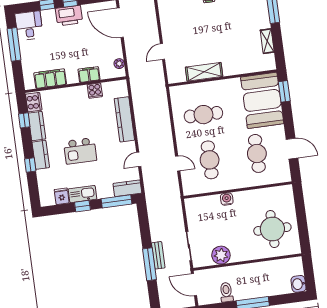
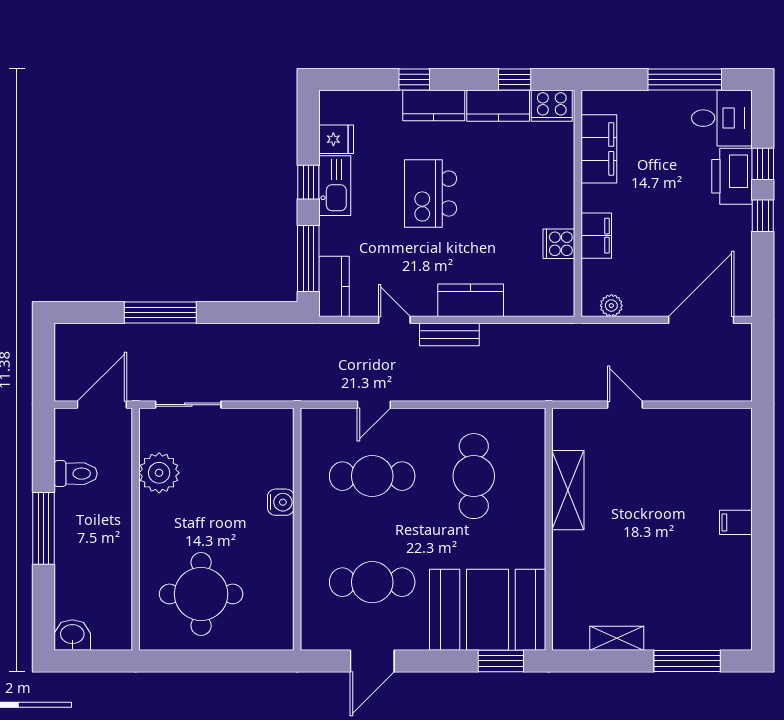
printer: (69, 16) -> (732, 176), moved
kitchen counter: (124, 119) -> (471, 300), width x0.67
bench: (158, 255) -> (449, 334), moved

